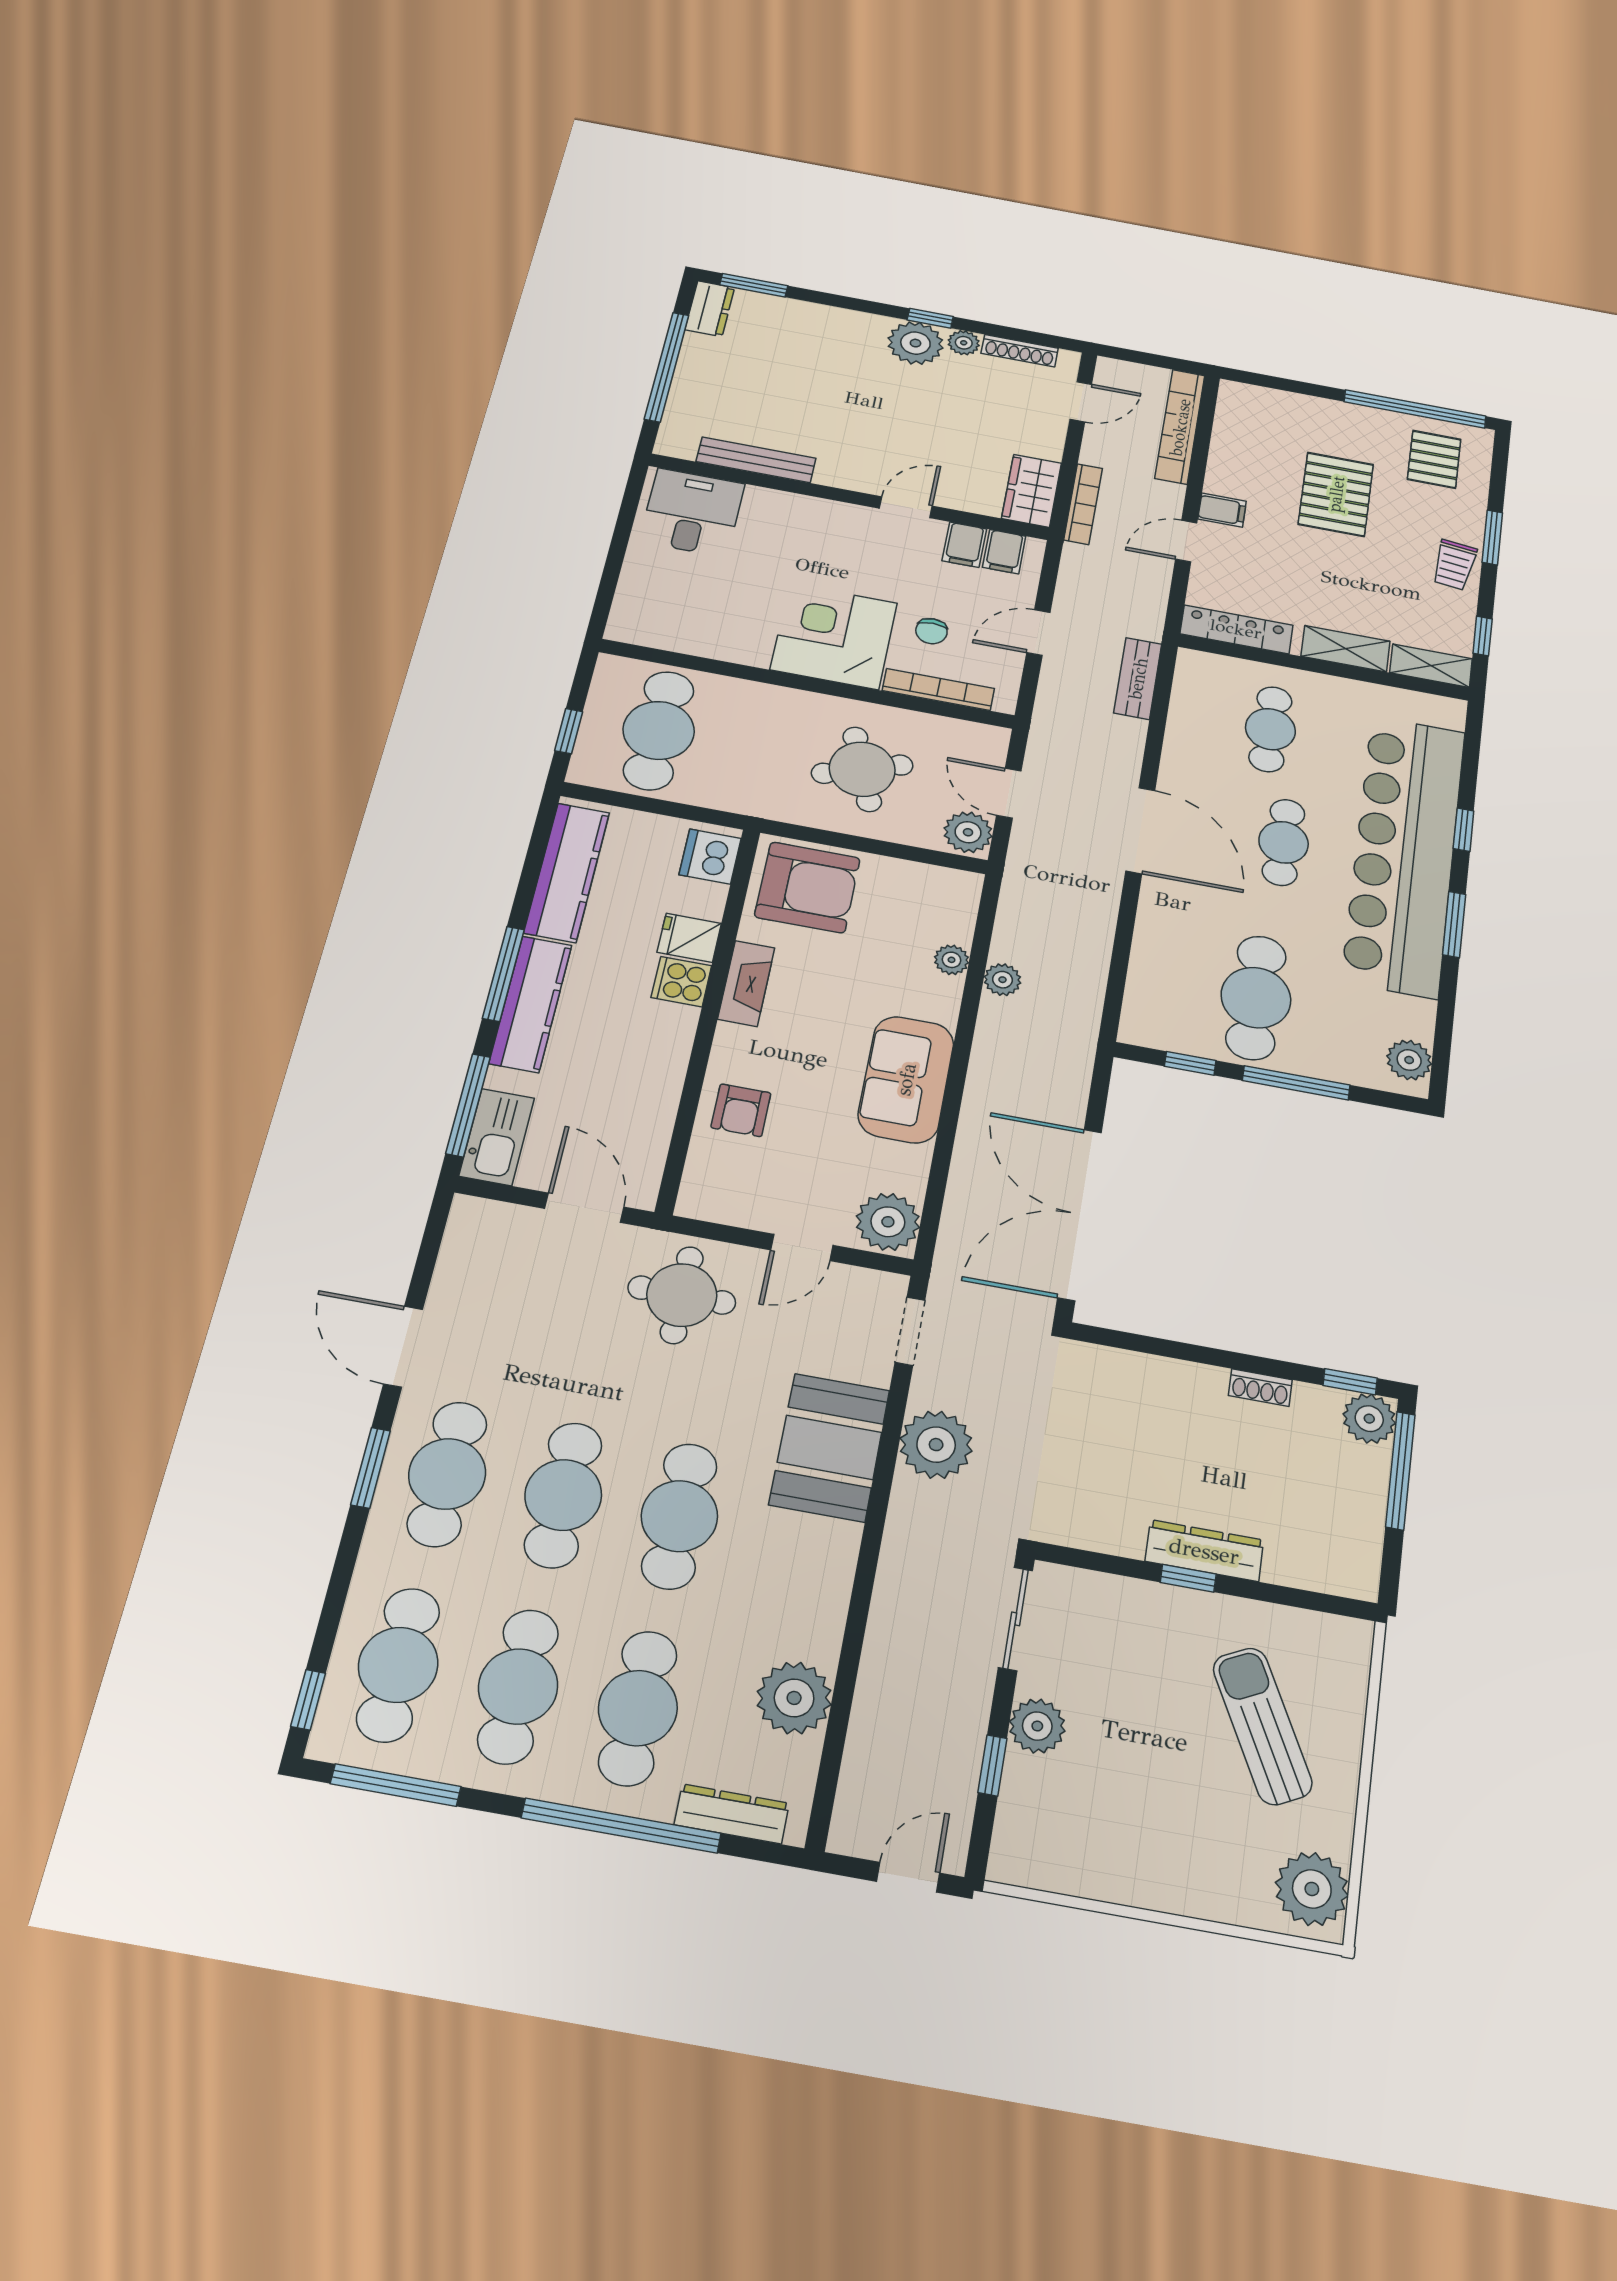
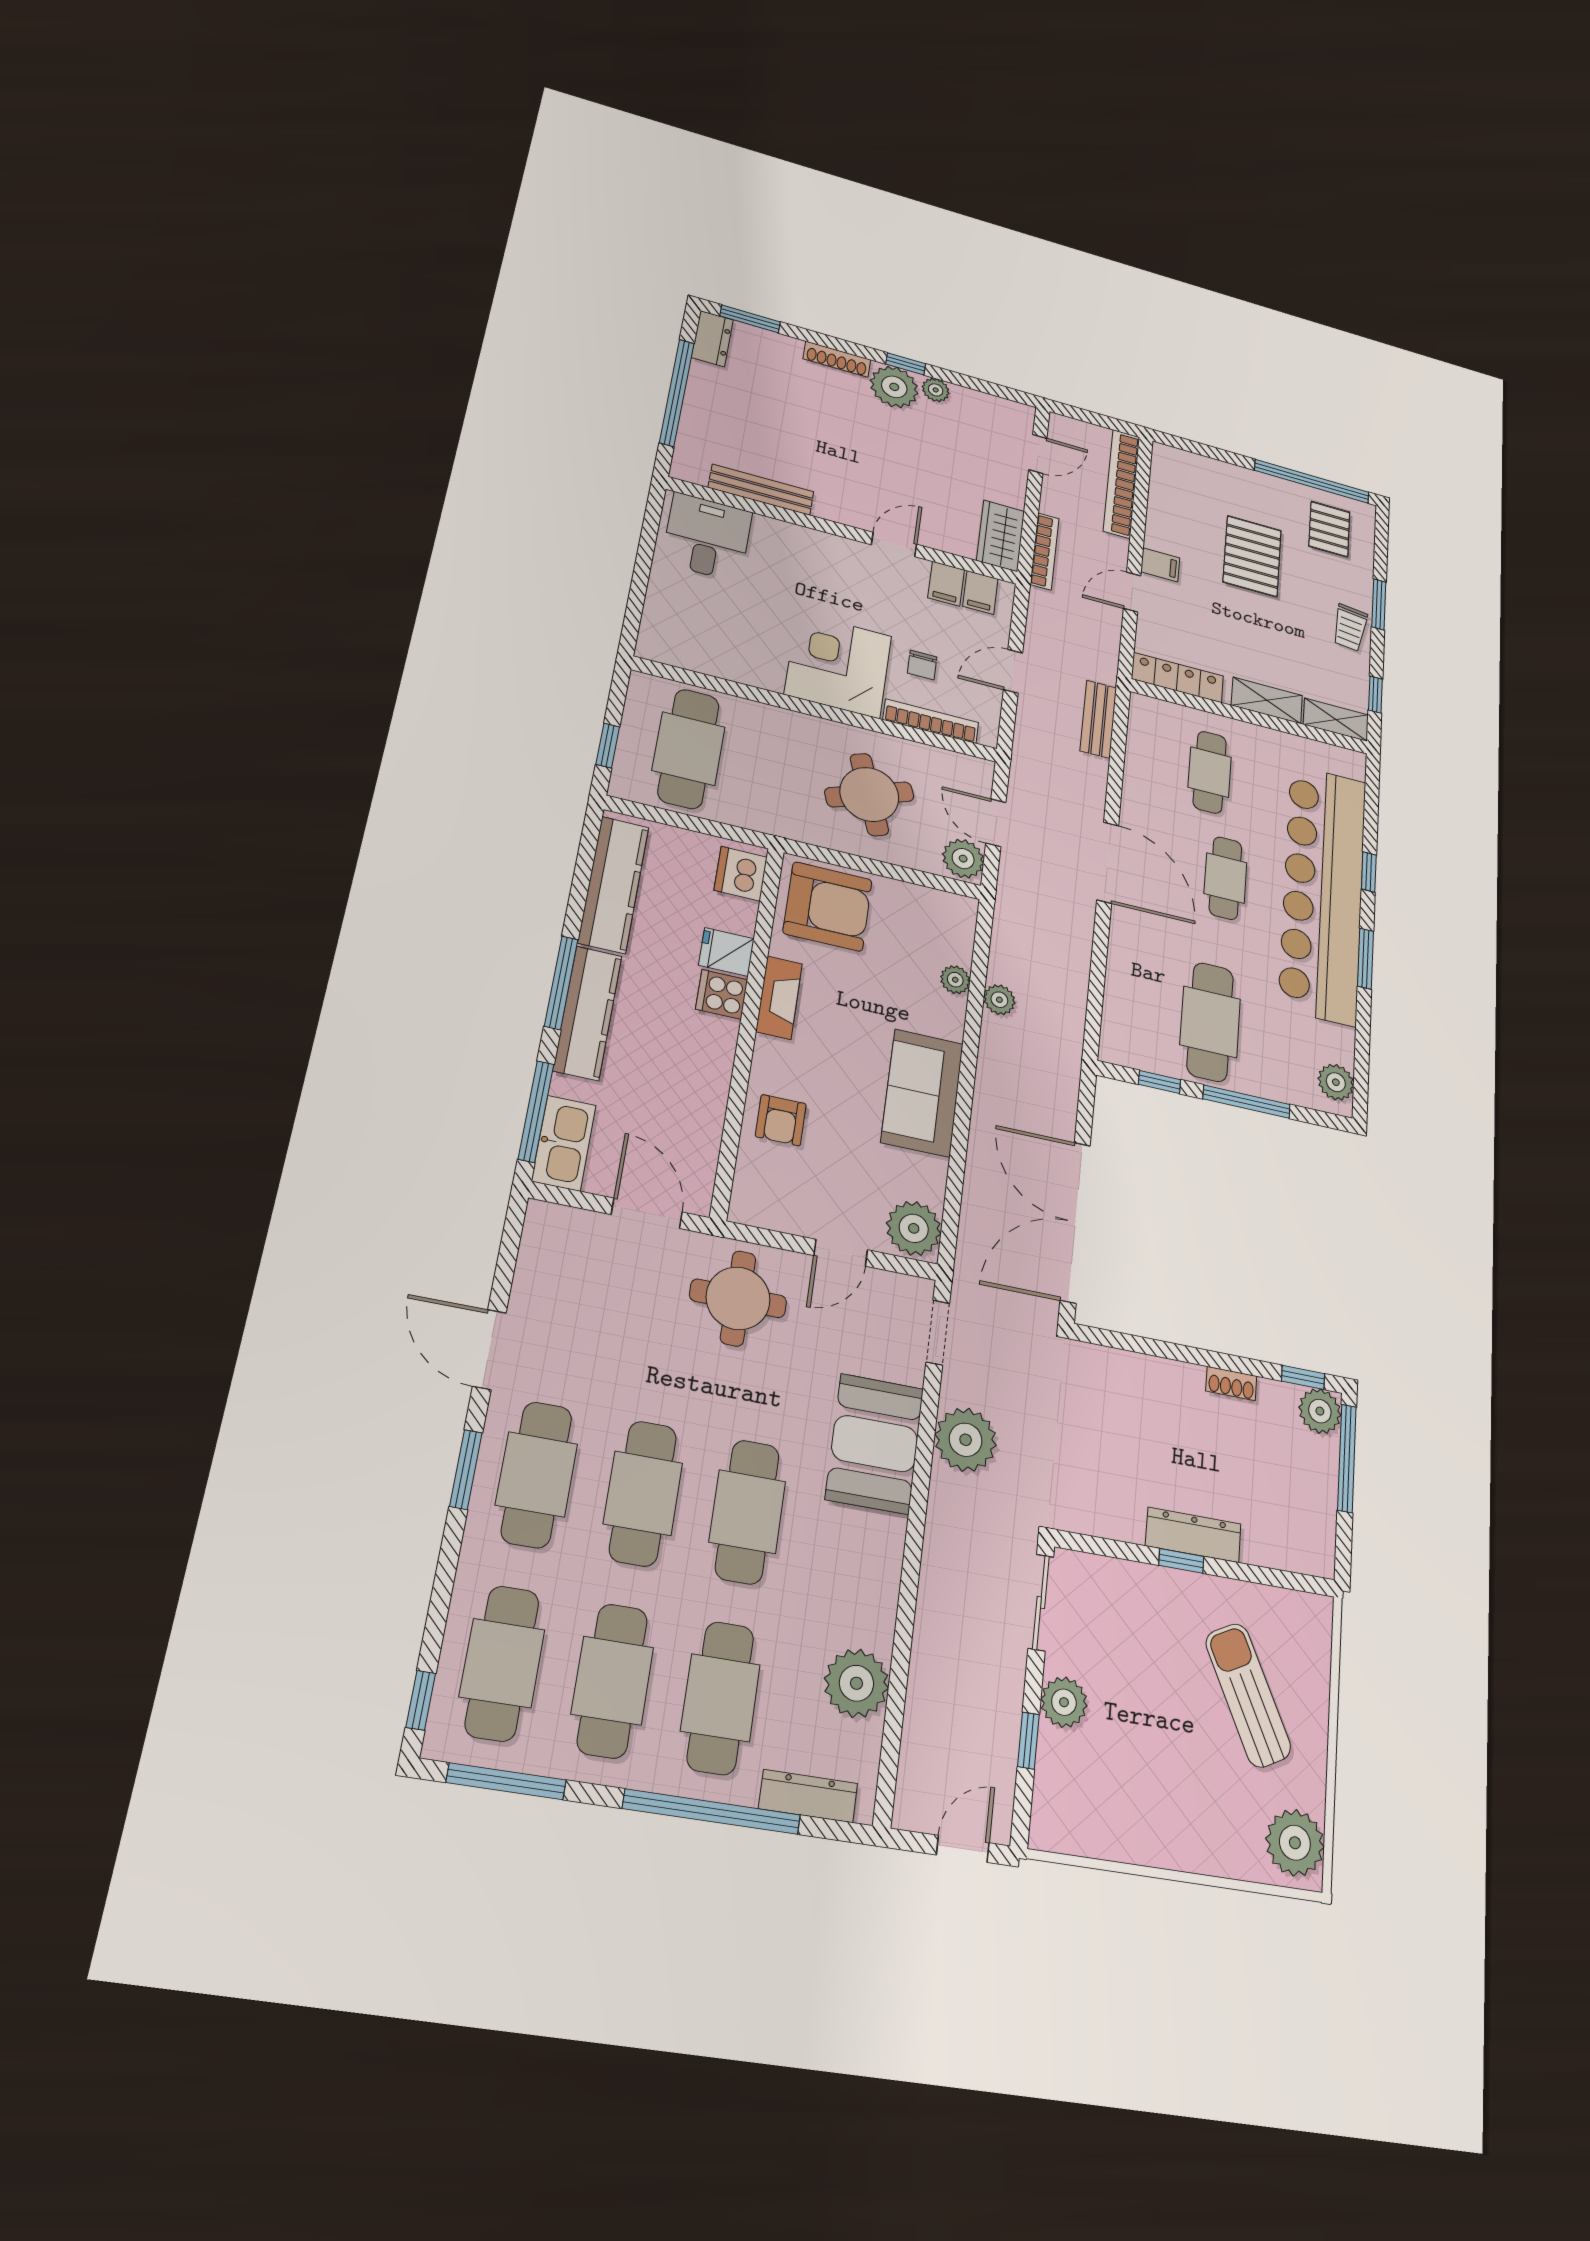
shoe rack: (1020, 351) -> (837, 359), moved

